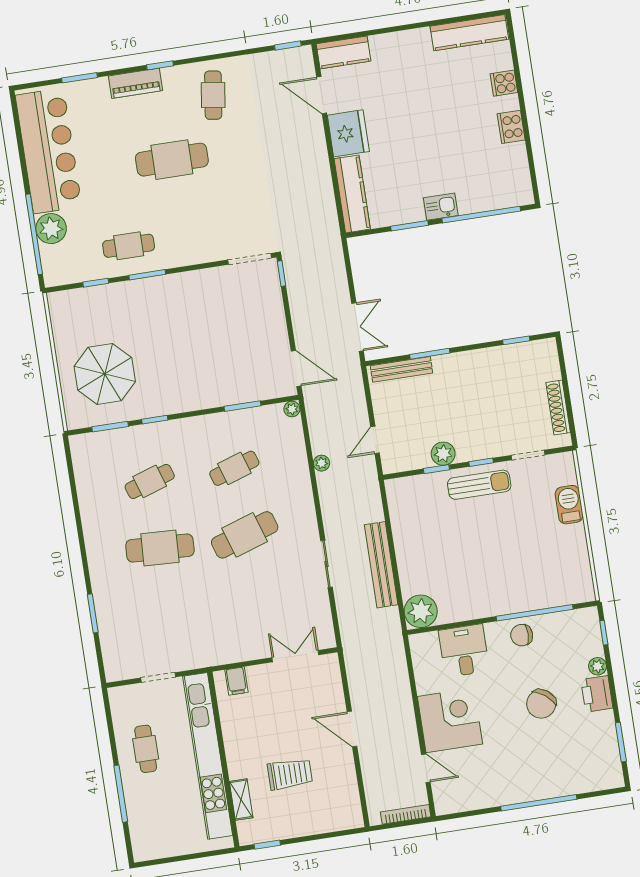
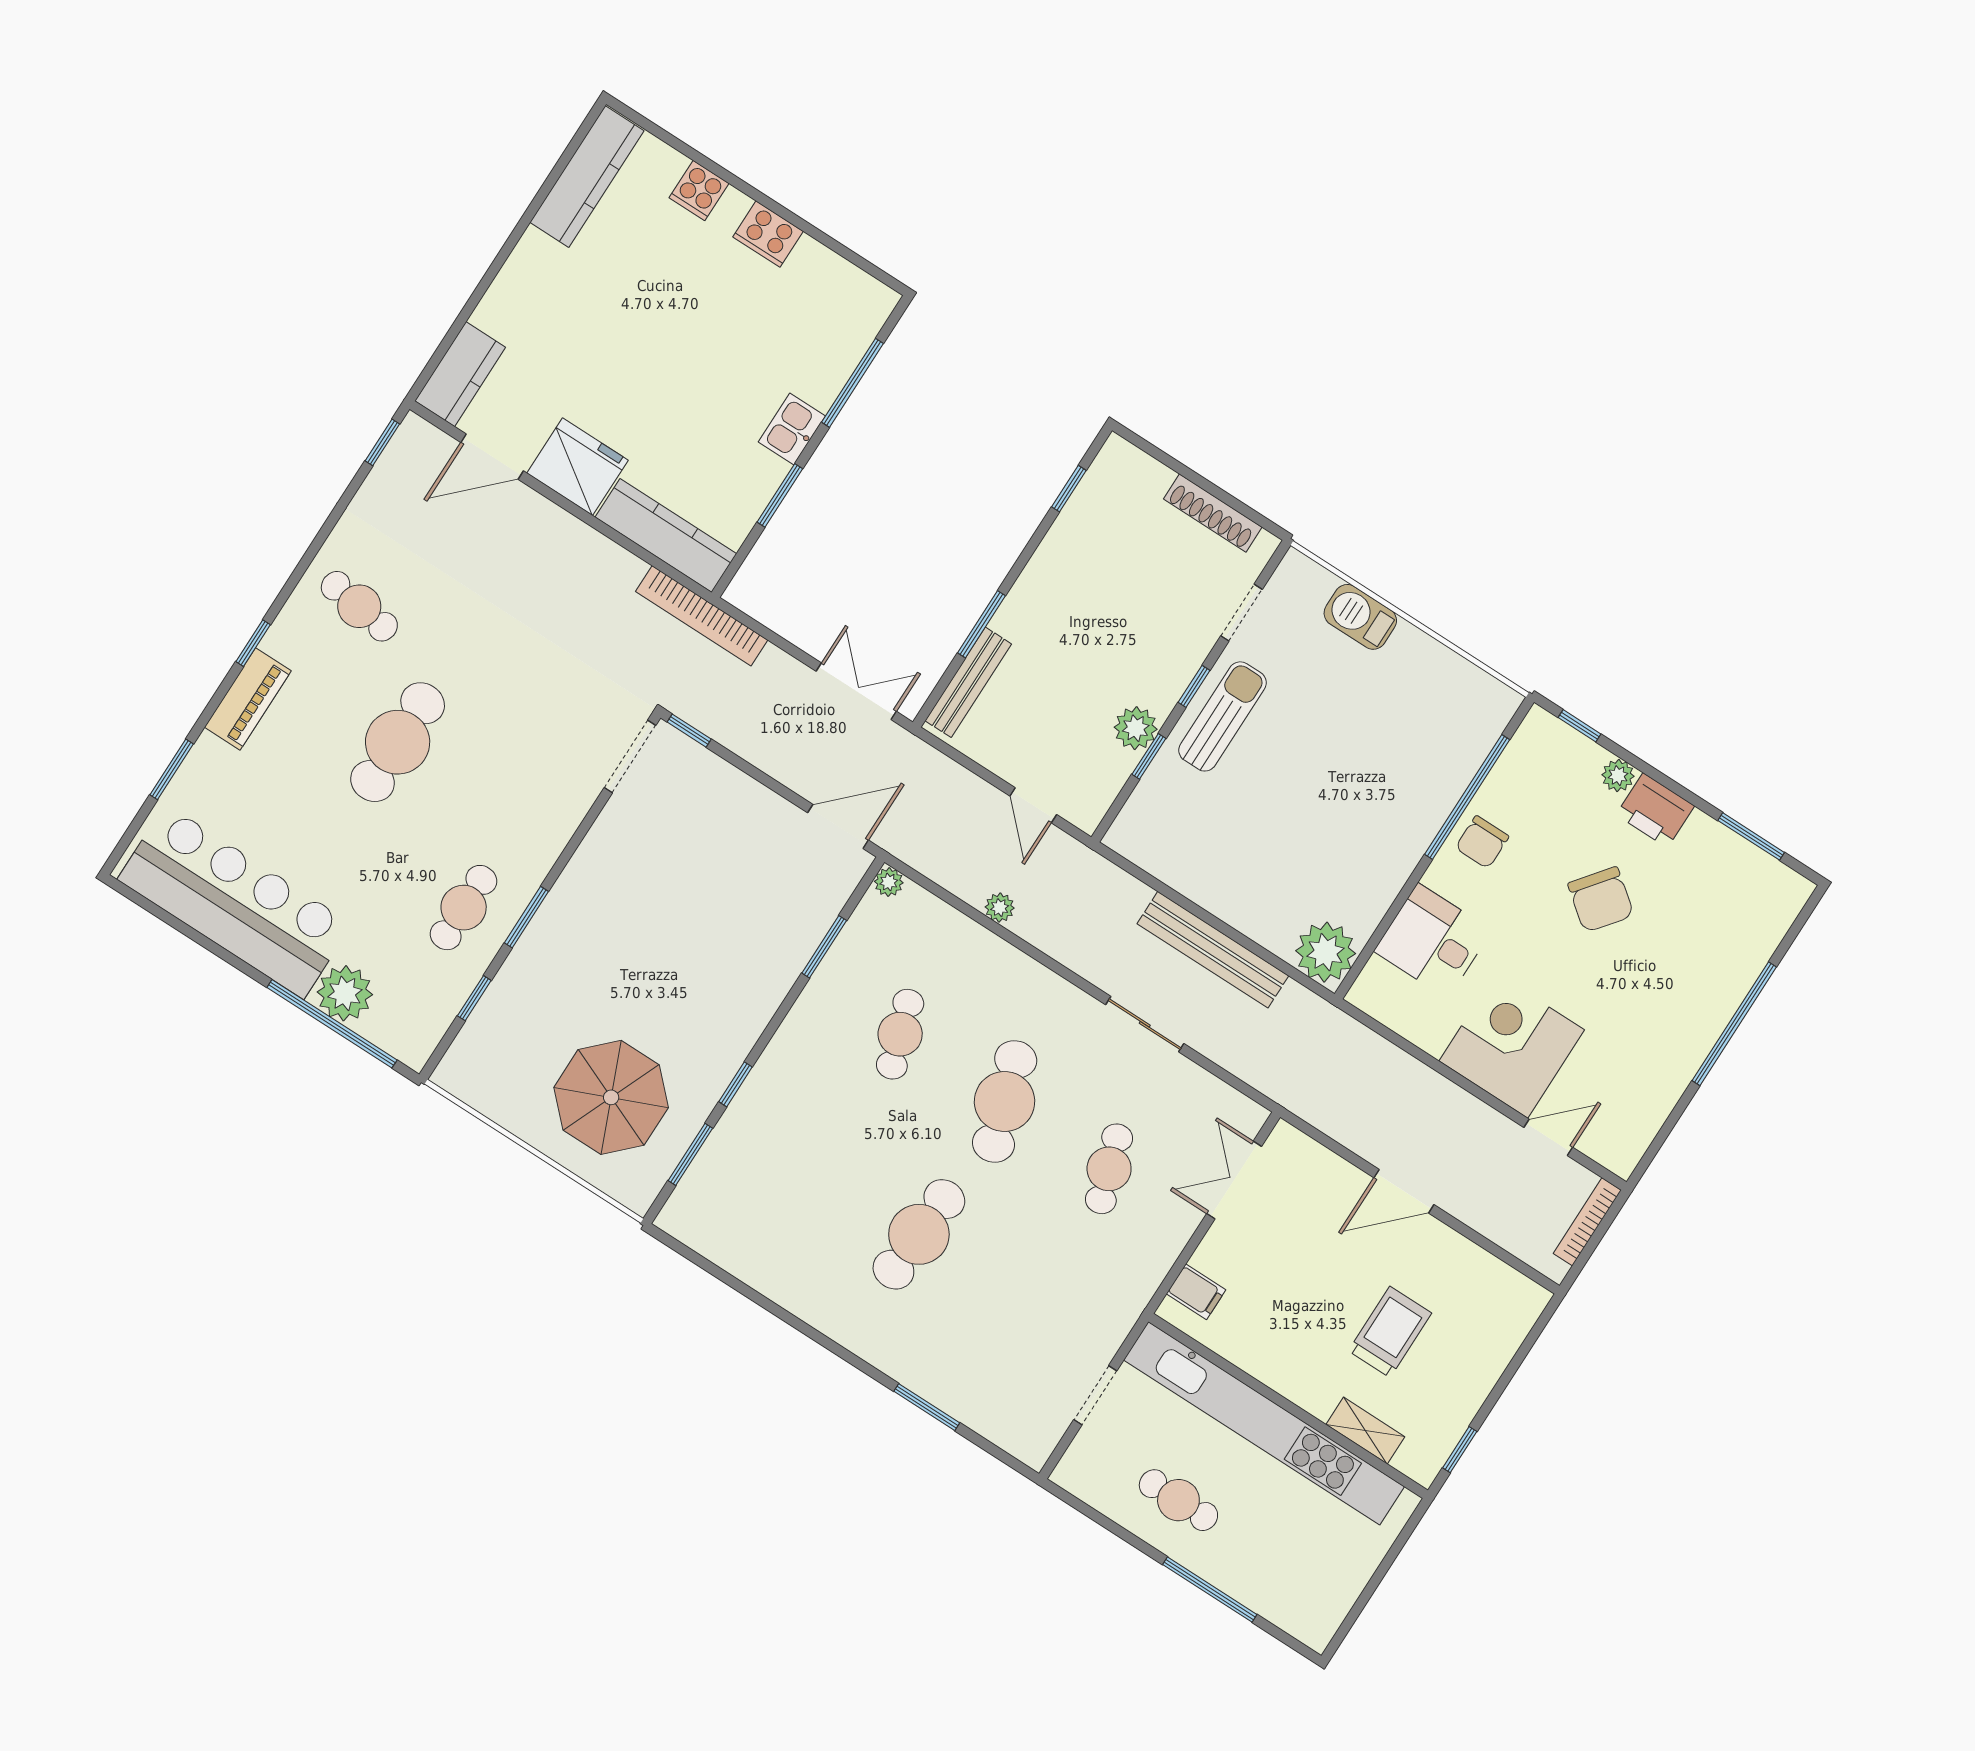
window: (481, 215) -> (852, 383), width x0.68
bookcase: (333, 237) -> (702, 616), added
cafe table: (150, 481) -> (1109, 1169), moved

